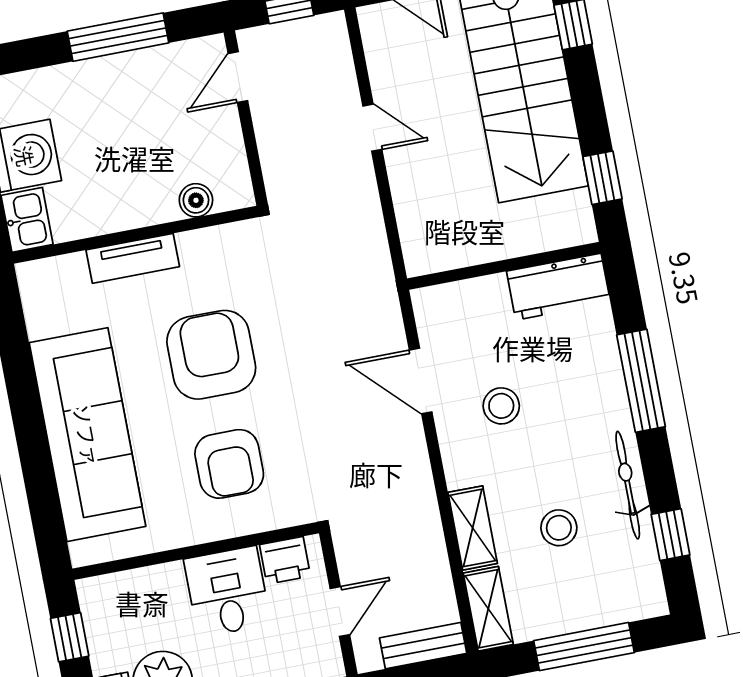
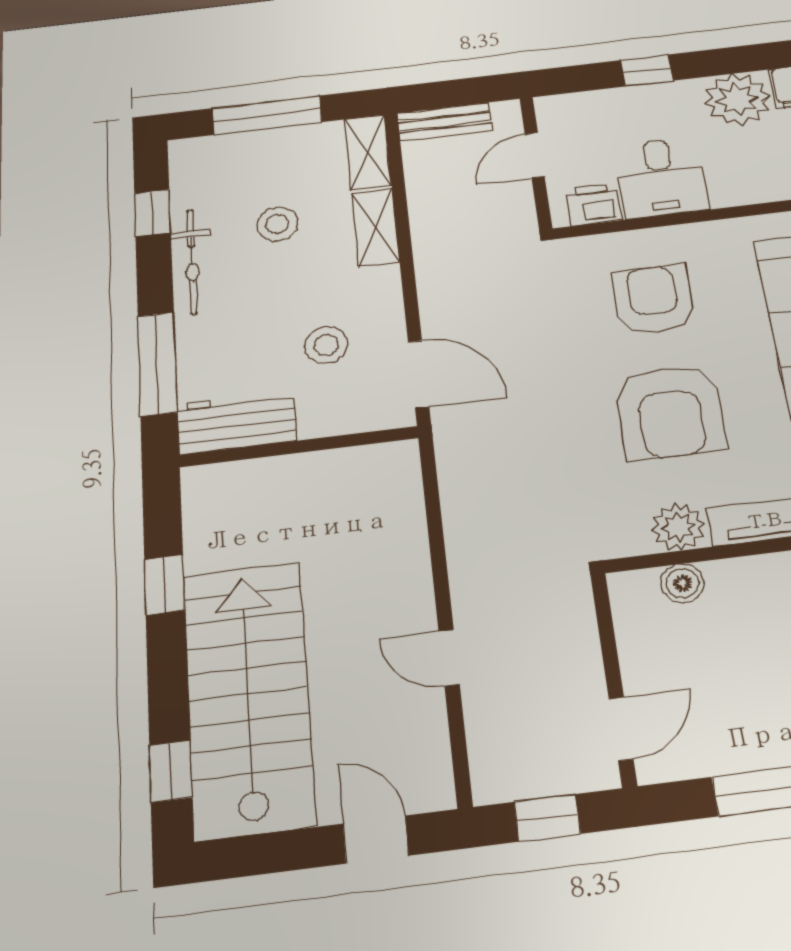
plant: (201, 249) -> (678, 527), added
wall: (504, 266) -> (299, 447), moved
workbench: (558, 287) -> (237, 422), moved

